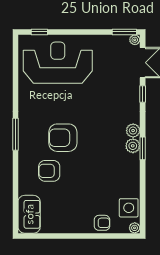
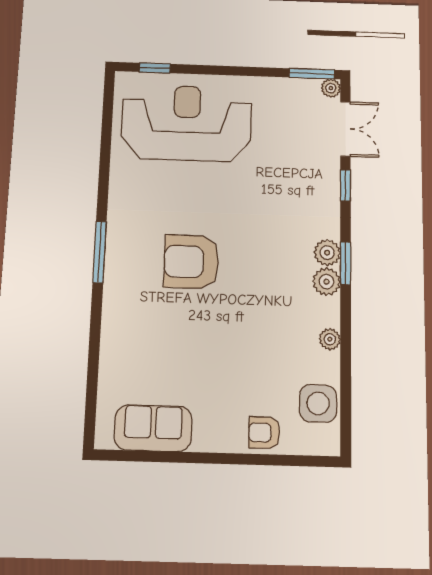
window: (143, 148) -> (346, 263), moved
armchair: (49, 171) -> (162, 325), removed
sofa: (29, 214) -> (153, 428), moved, turned -90
armchair: (102, 223) -> (264, 433), turned 180
plant: (135, 228) -> (330, 339), moved

